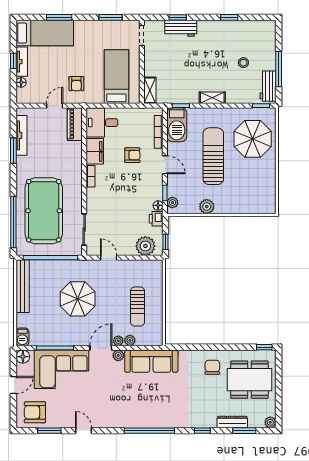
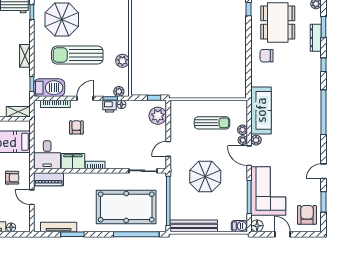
printer: (156, 219) -> (110, 106), moved
armchair: (35, 412) -> (307, 215), turned 180

